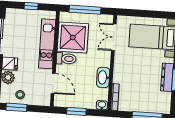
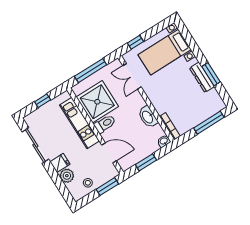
window: (135, 13) -> (135, 42), added
window: (16, 107) -> (107, 187), moved

